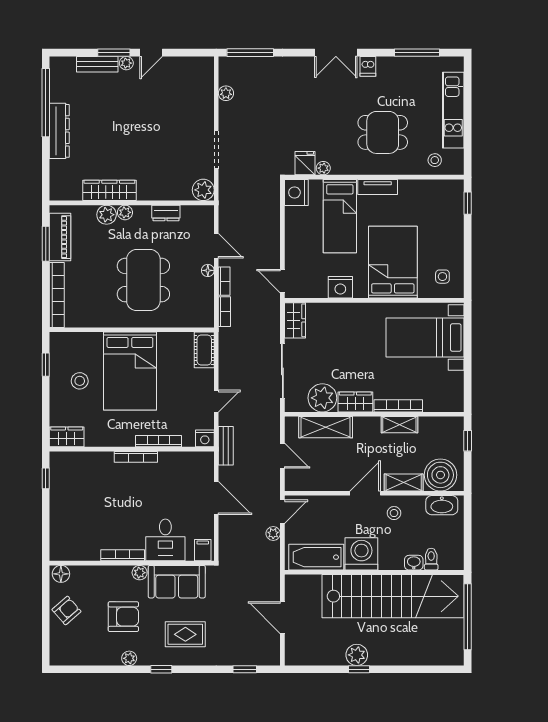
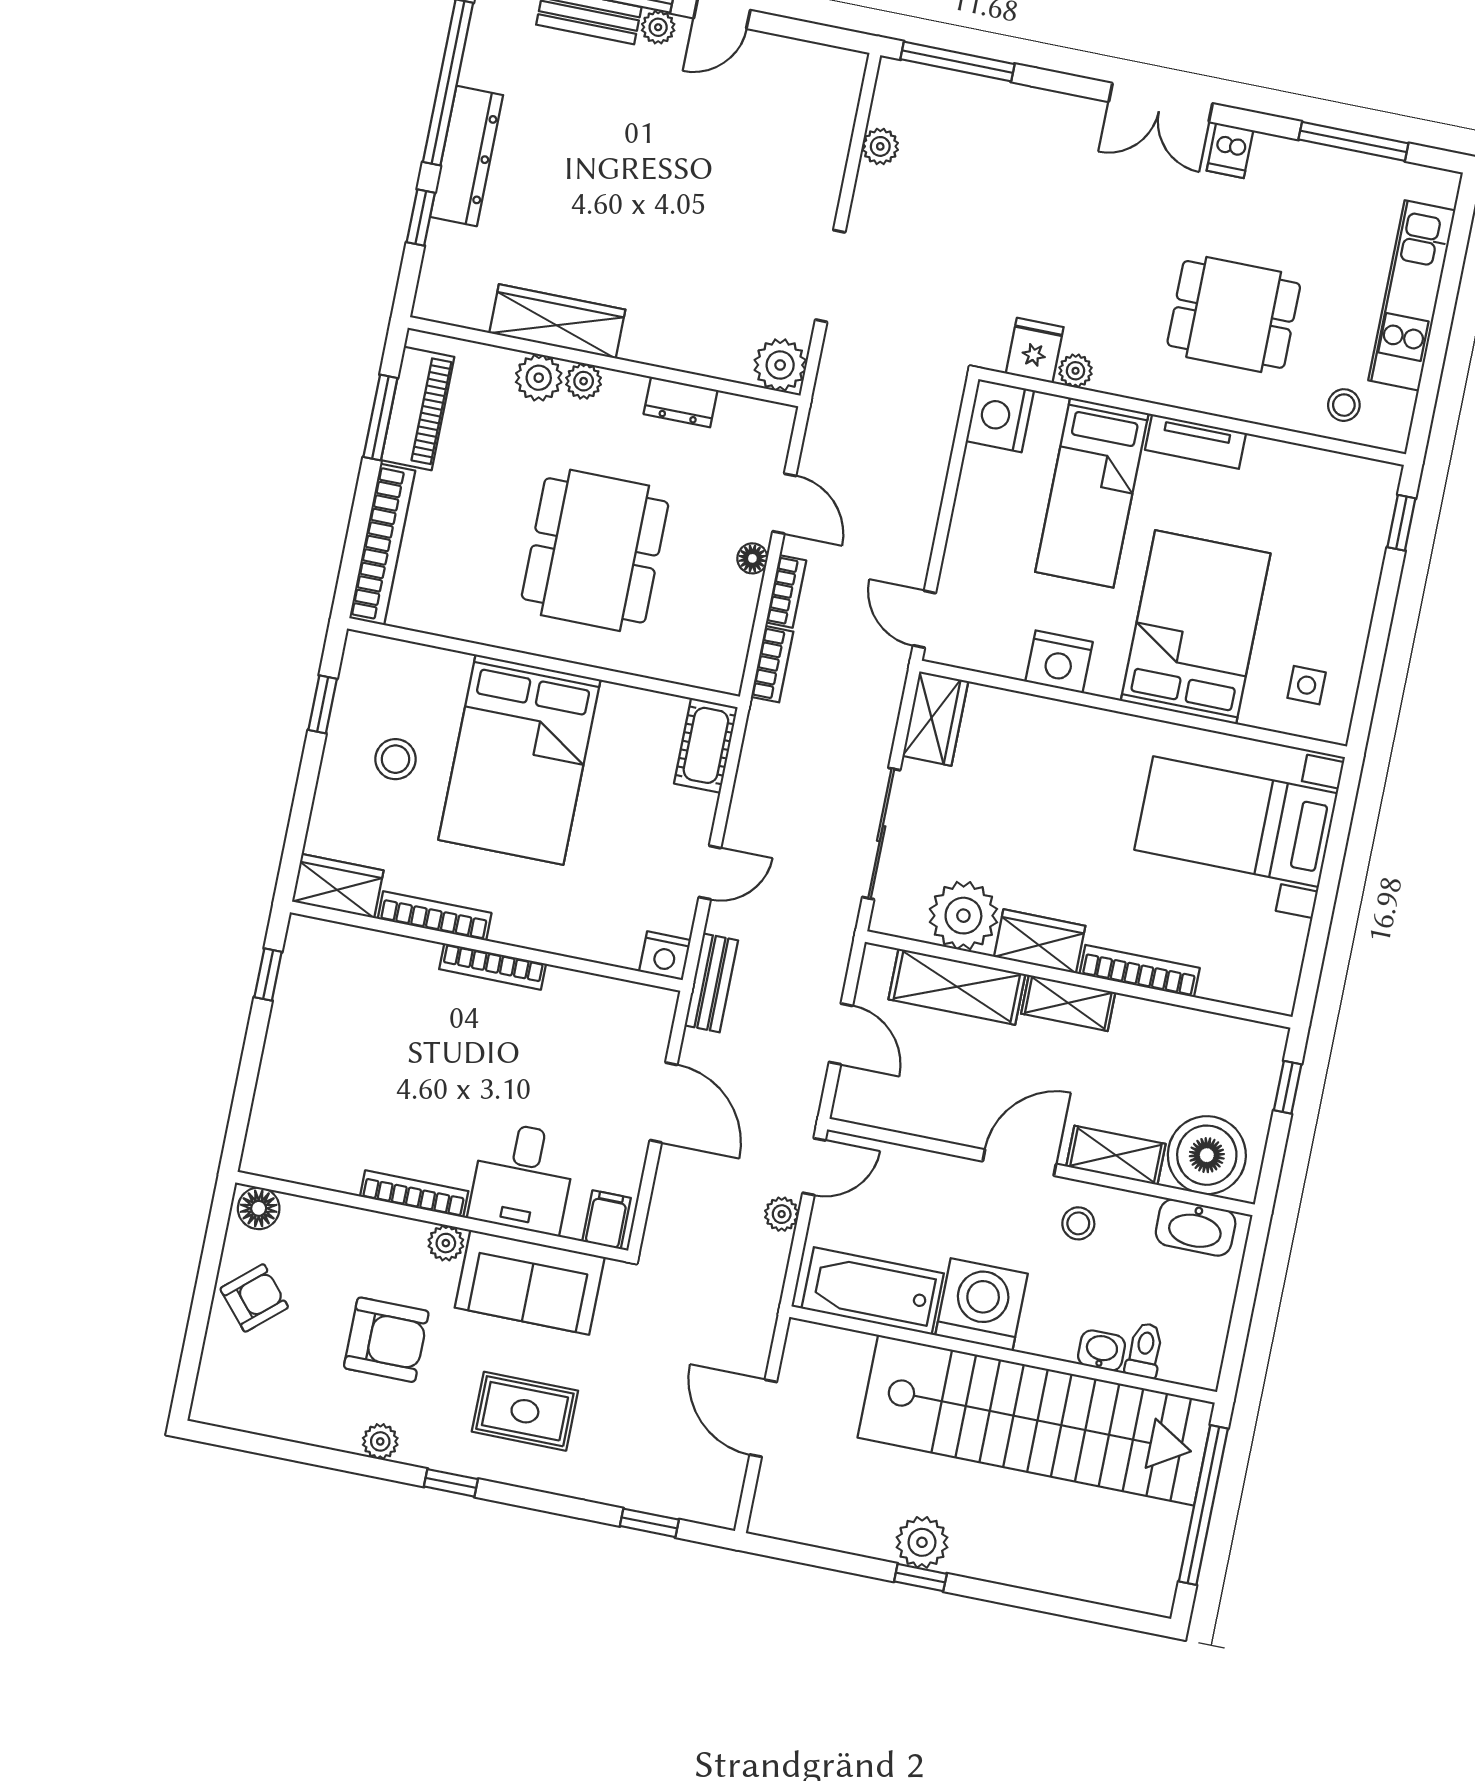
window: (46, 160) -> (421, 218), added
shelving: (399, 425) -> (1068, 1003), moved
bookcase: (159, 441) -> (435, 916), moved

